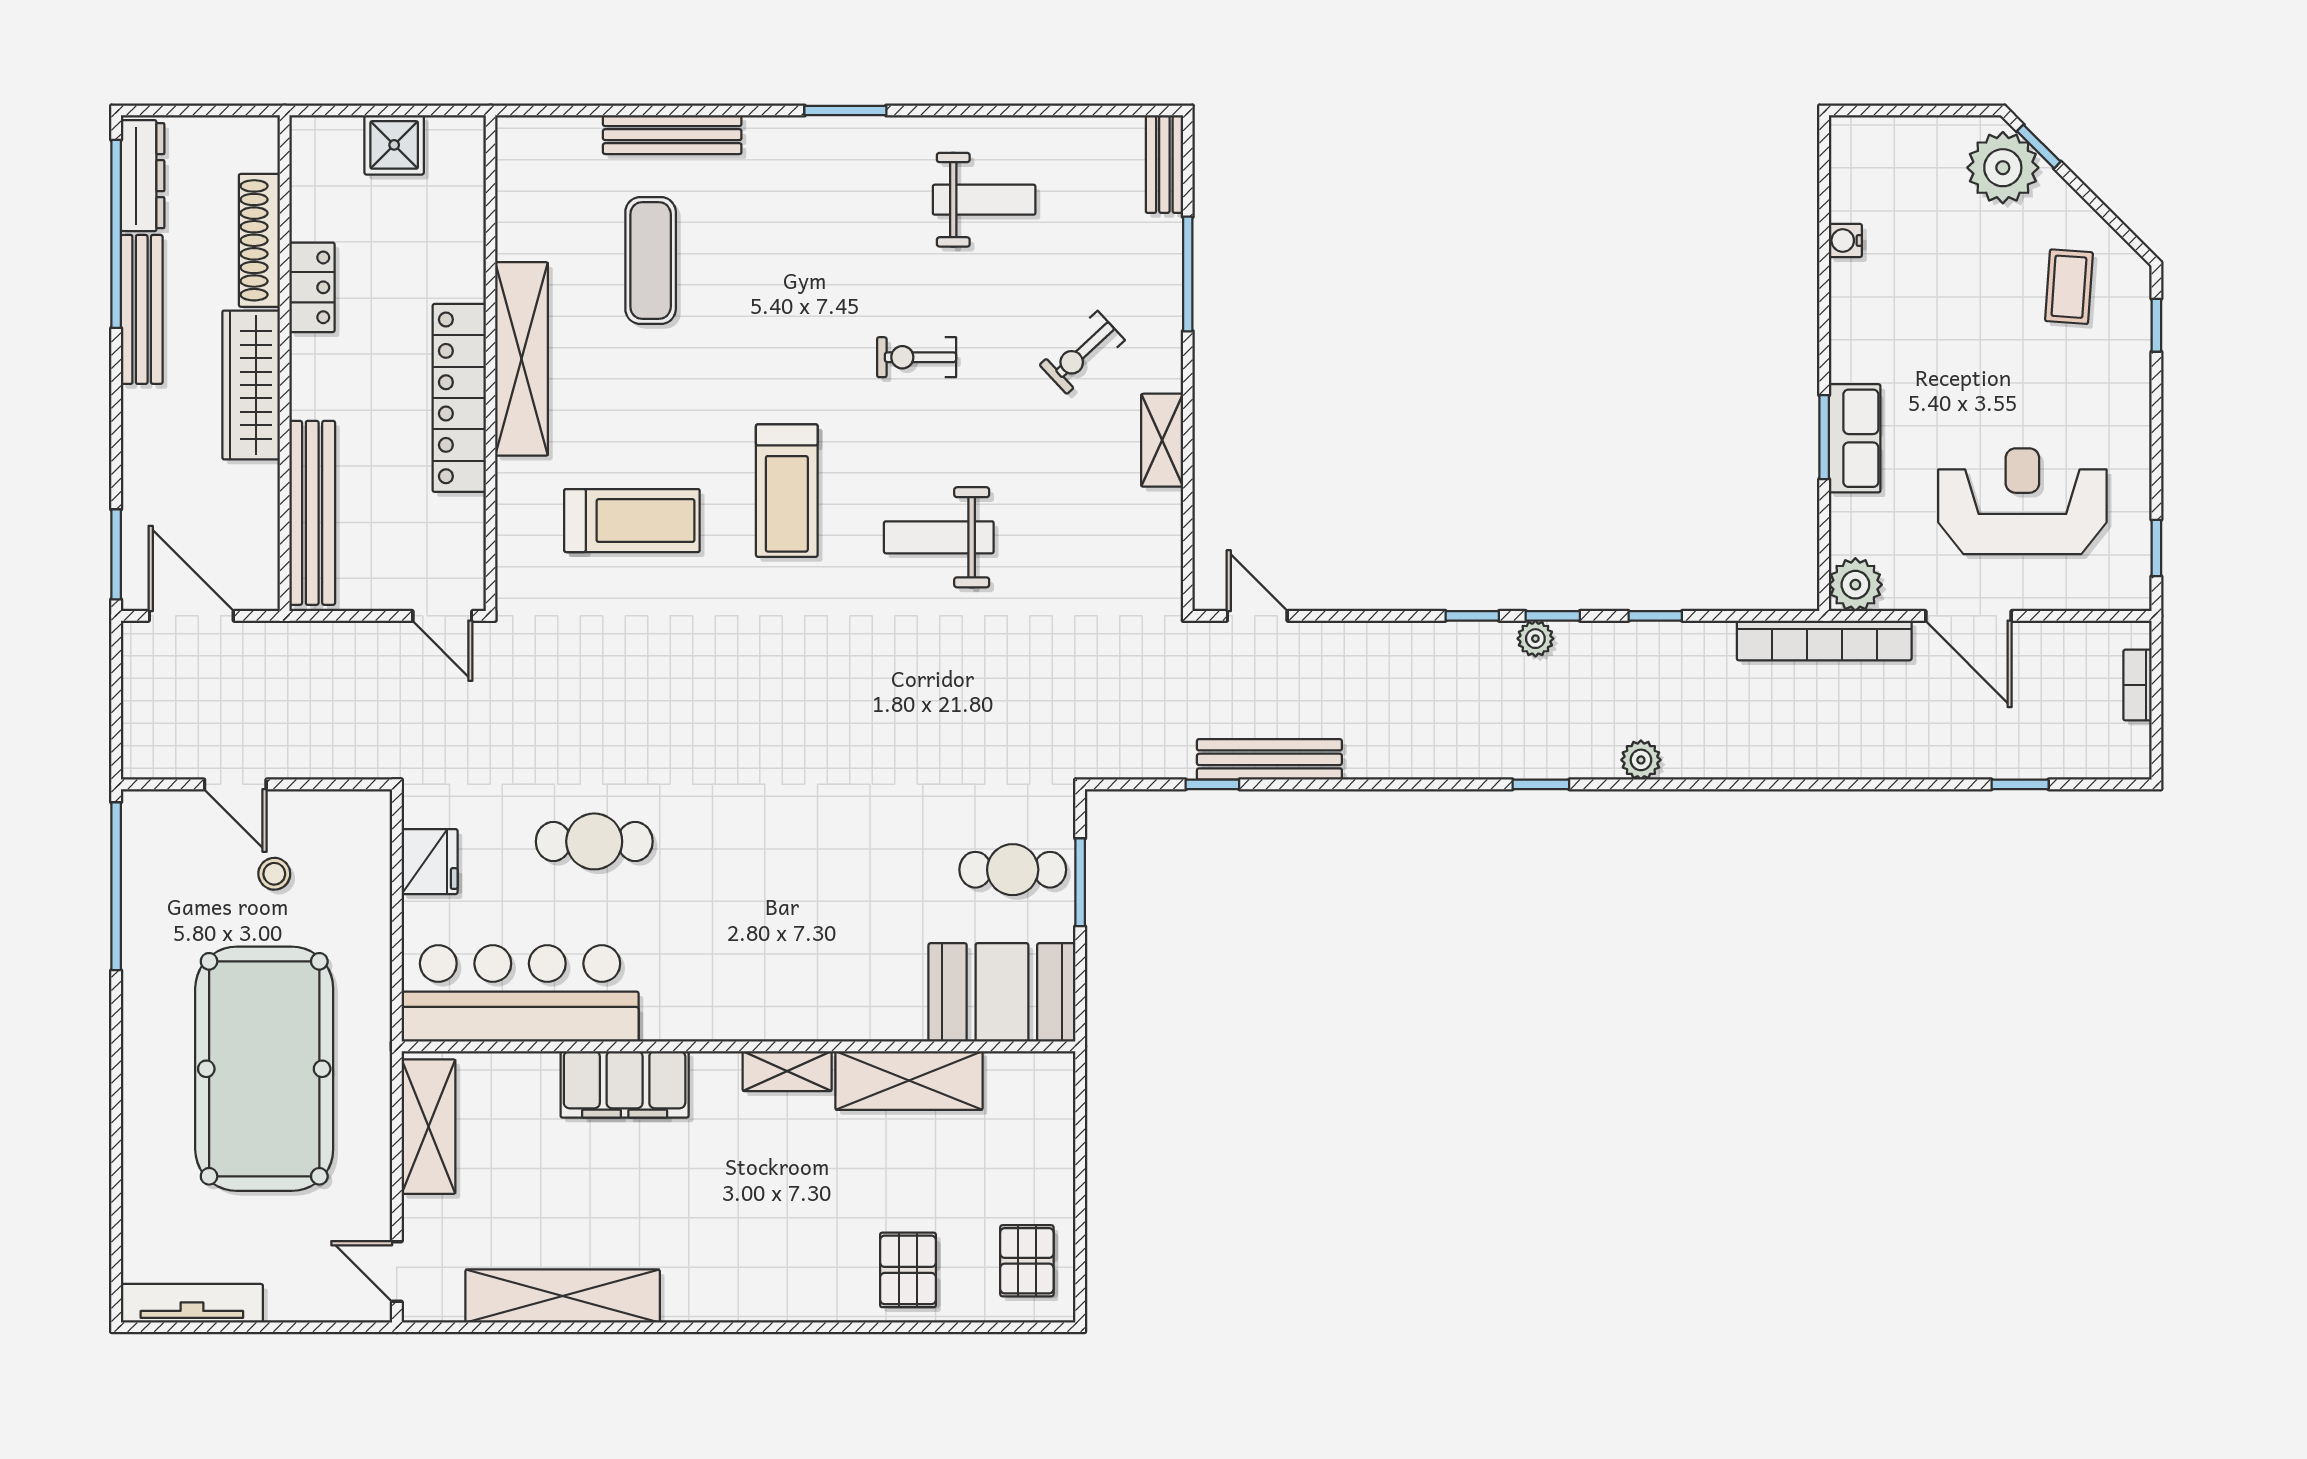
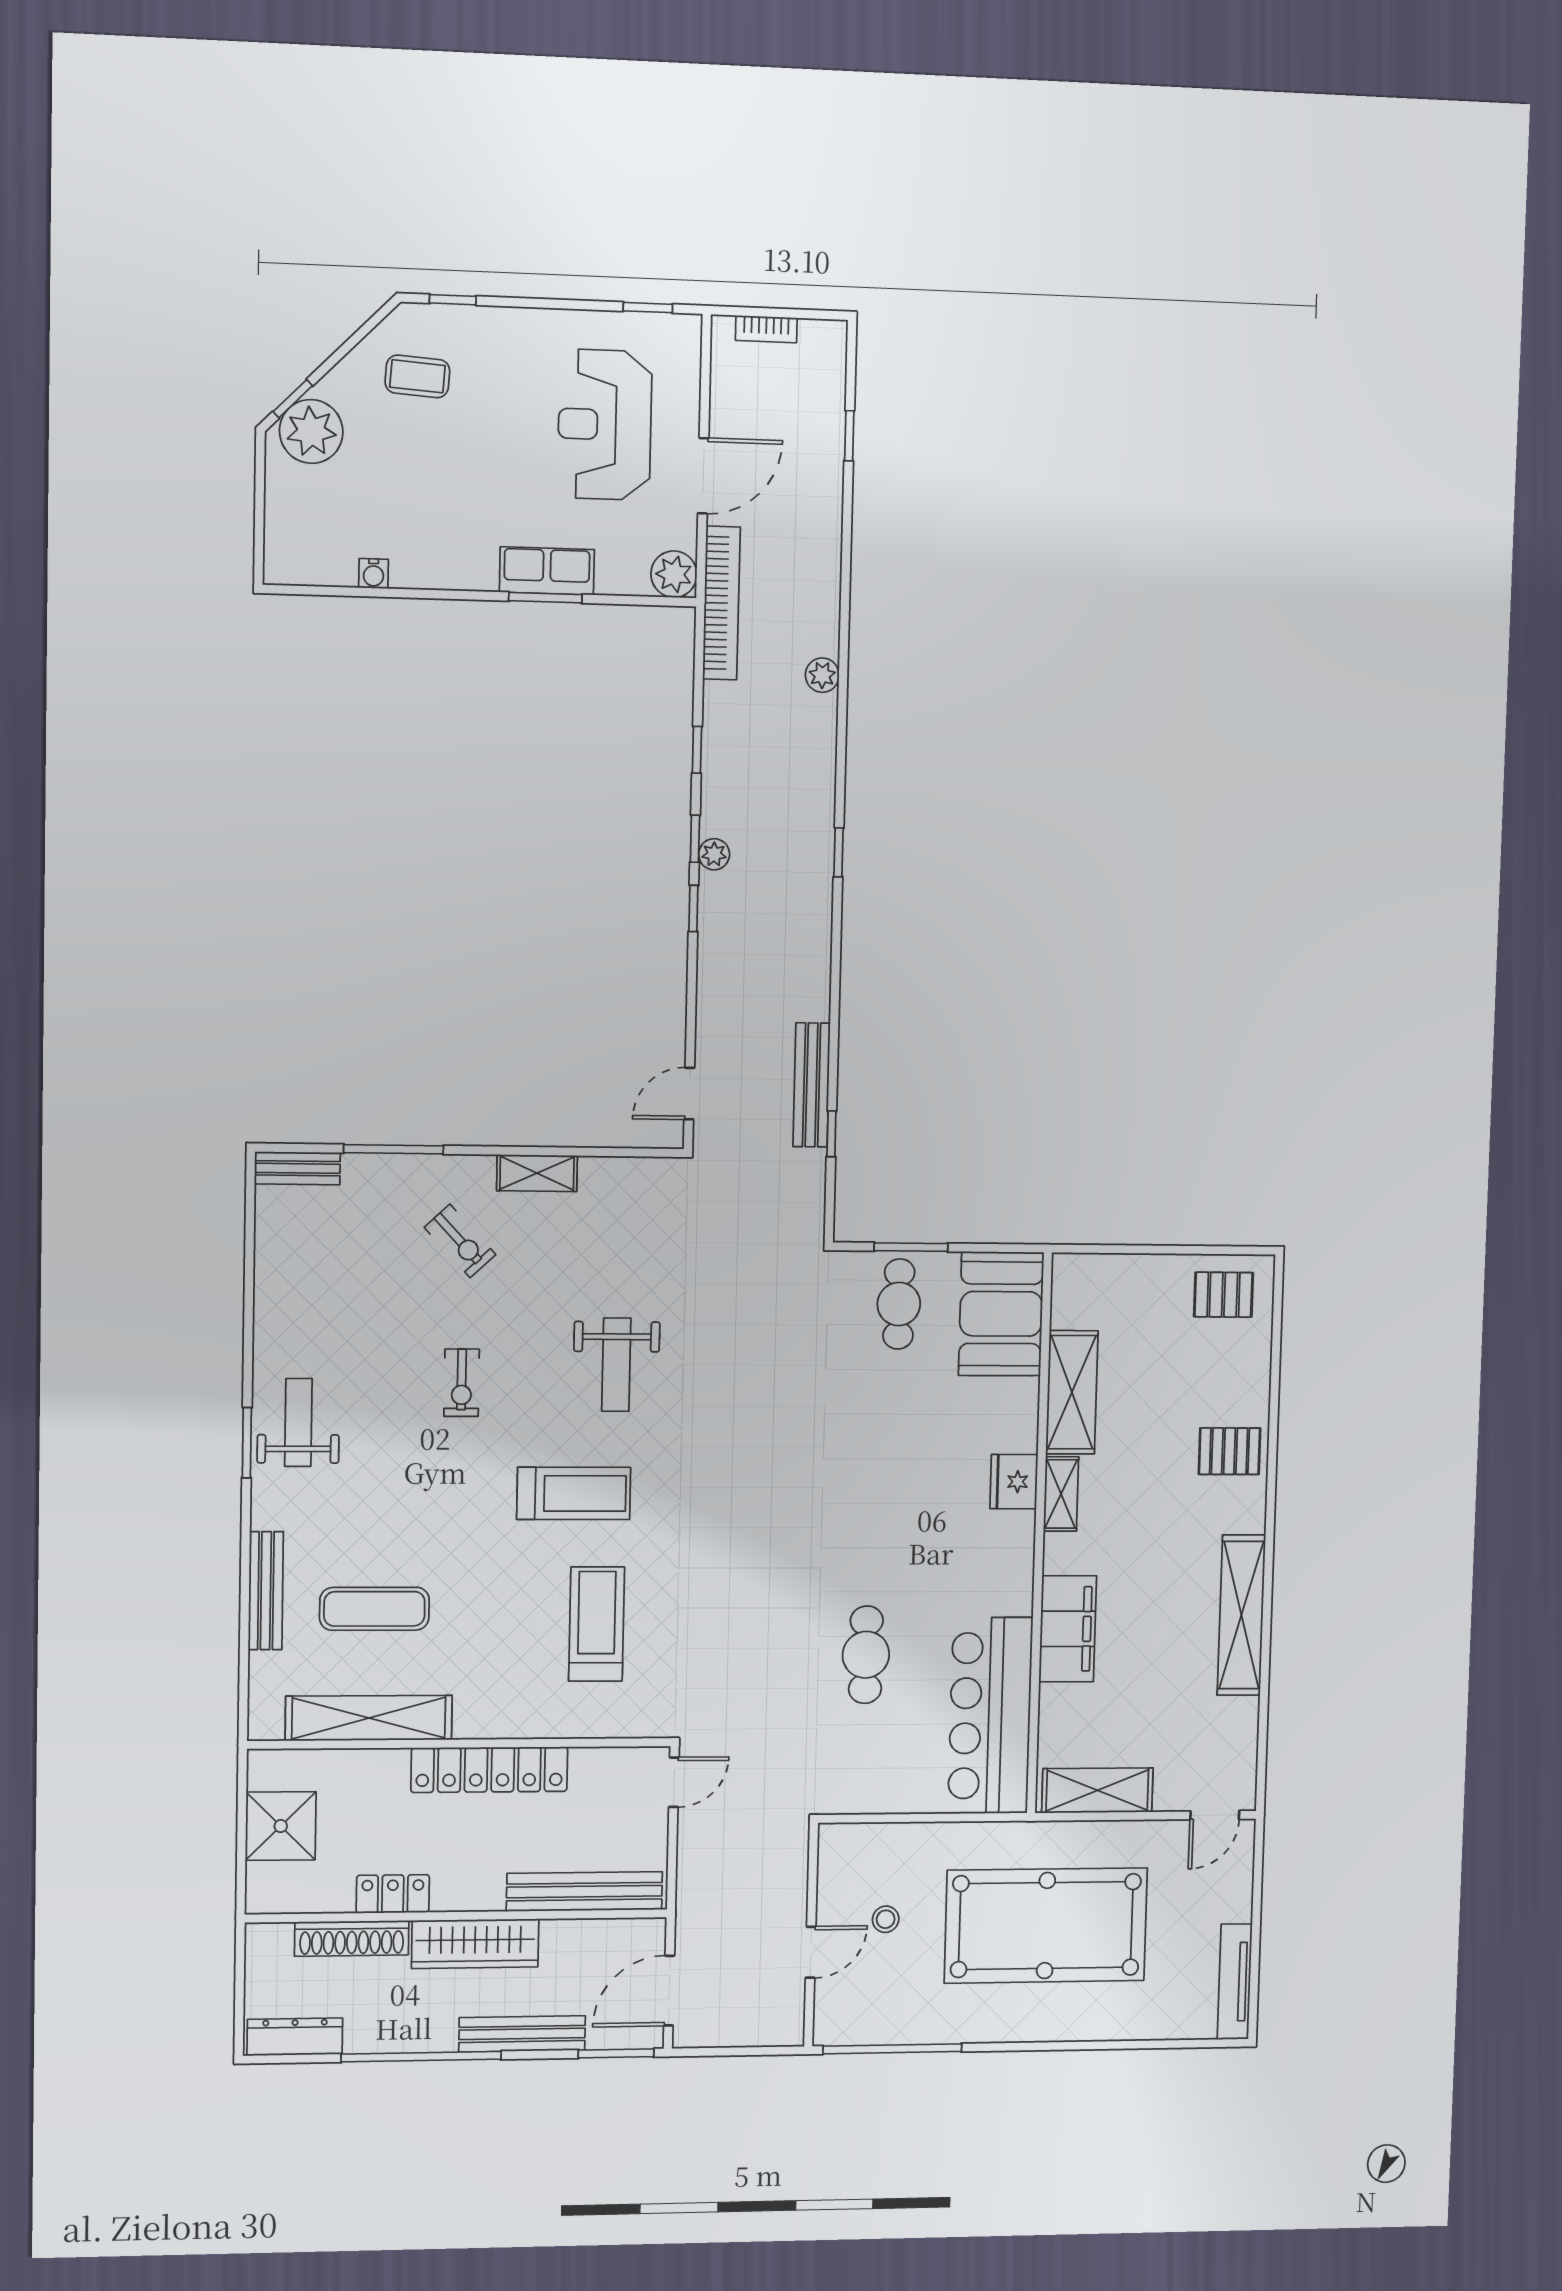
shower: (394, 145) -> (281, 1826), width x1.36, depth x1.36
weight bench: (984, 200) -> (298, 1423), moved
window: (116, 234) -> (421, 2057), moved
bench: (142, 309) -> (522, 2034), moved
shelving: (522, 359) -> (369, 1718), moved
plant: (1641, 760) -> (822, 675), moved
fridge: (430, 862) -> (1014, 1482), moved, turned -90
pallet: (908, 1270) -> (1229, 1451), moved
shelving: (563, 1296) -> (1241, 1615), moved

